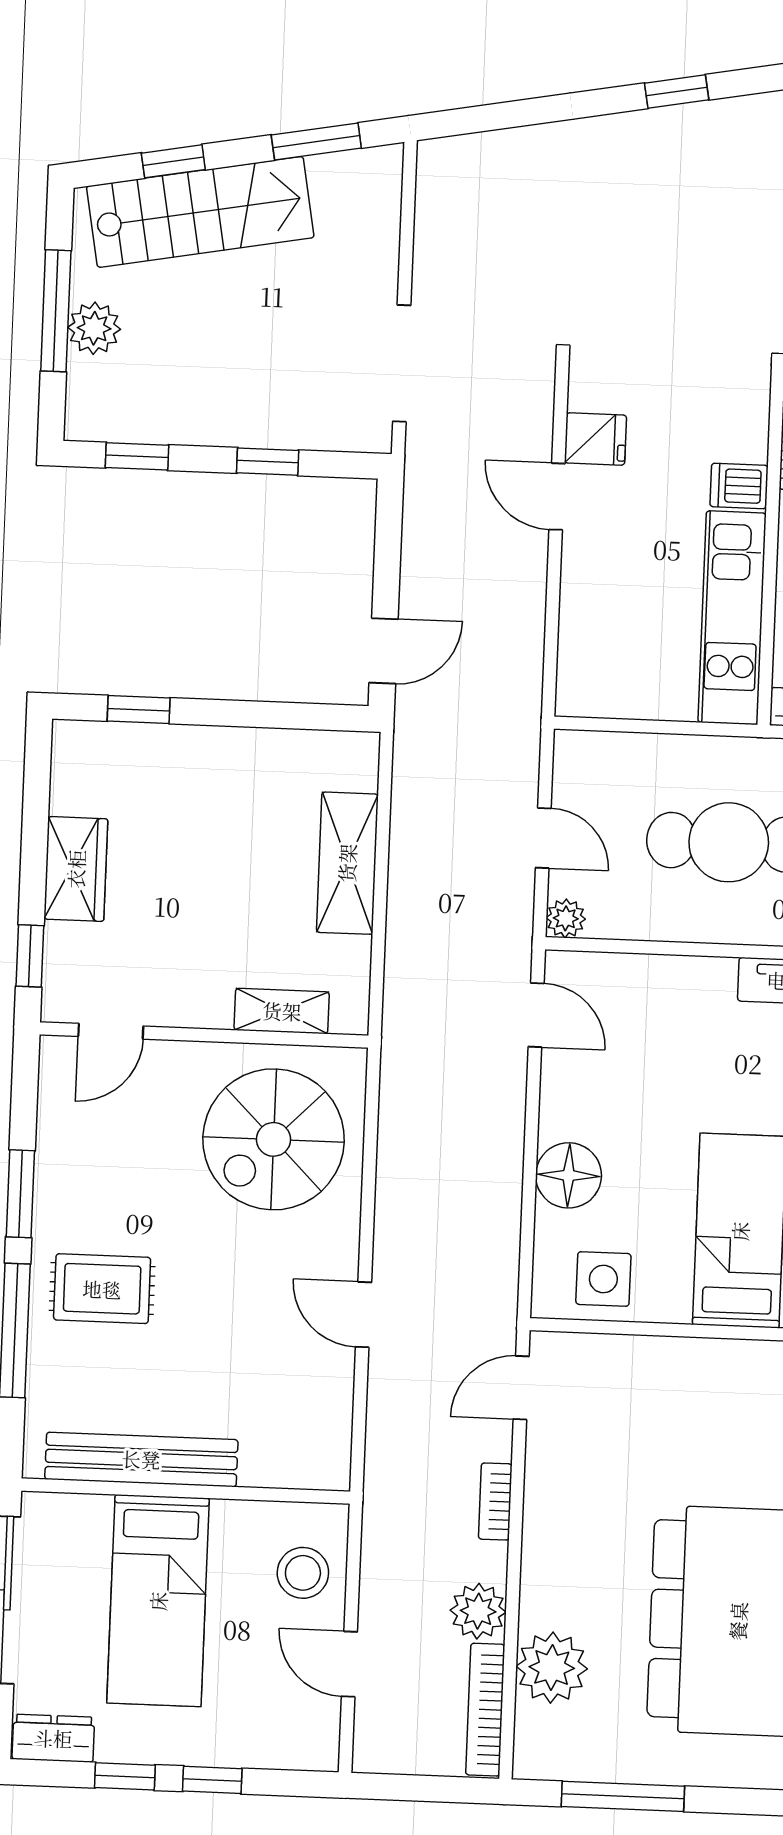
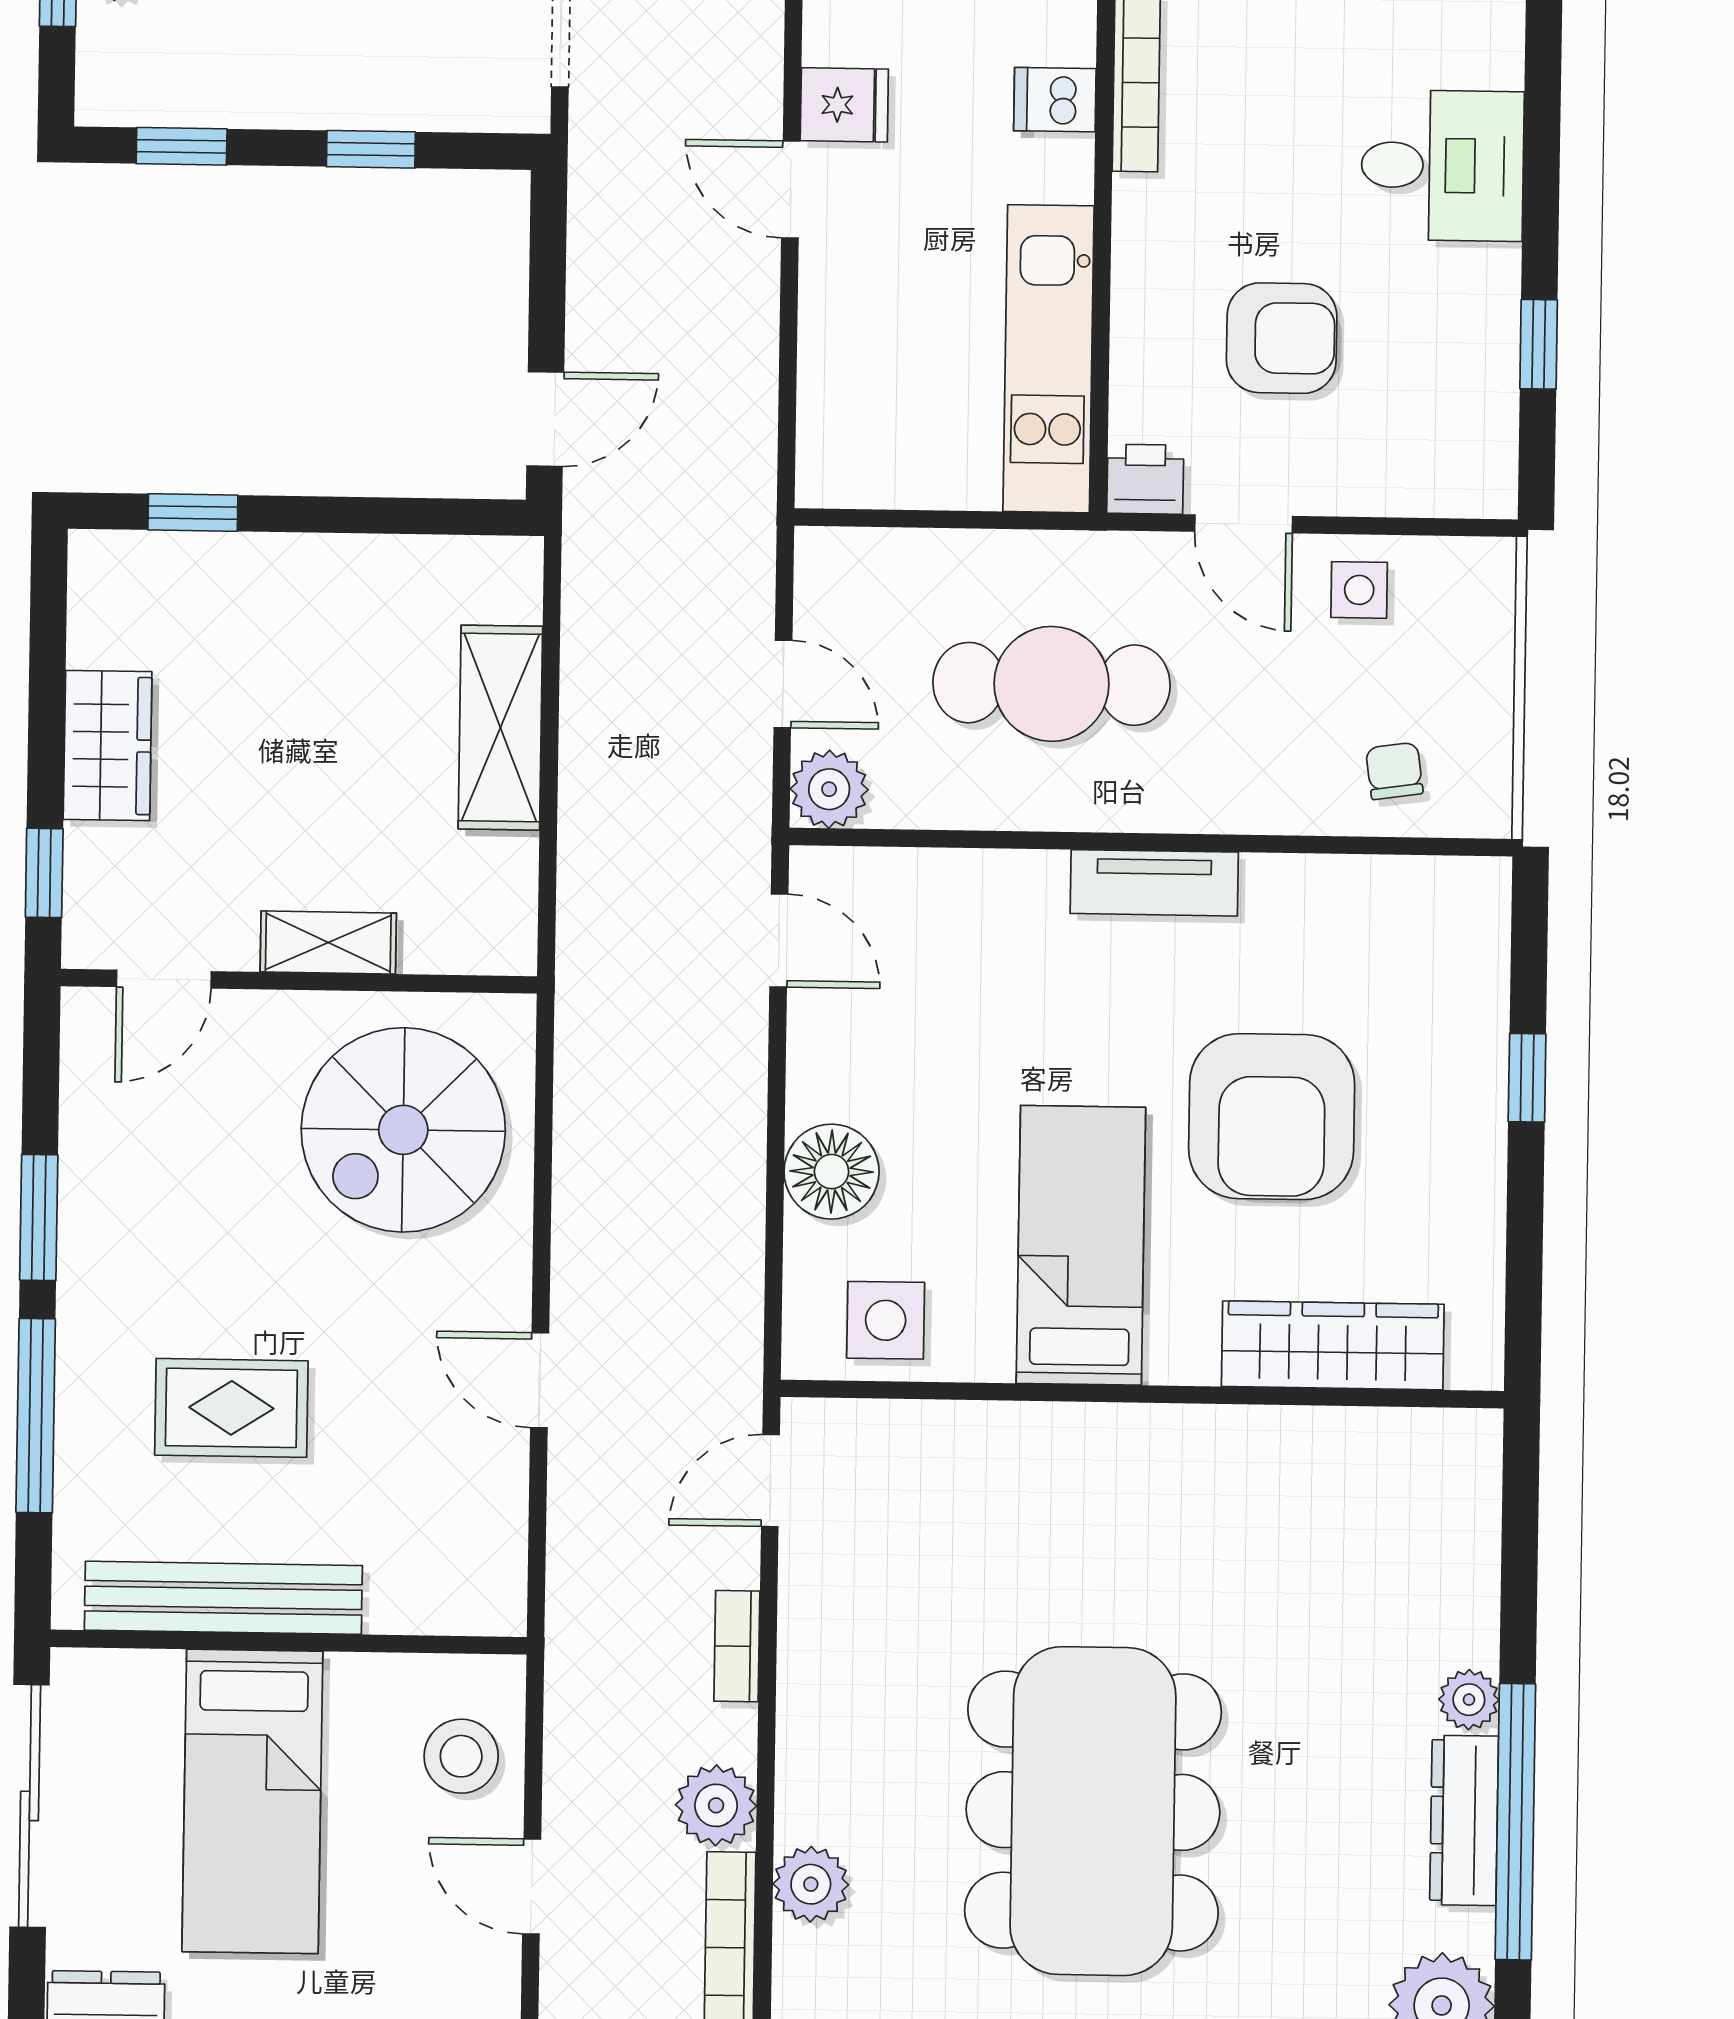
dishwasher: (739, 486) -> (1055, 100), moved
plant: (566, 918) -> (829, 789), width x1.38, depth x1.38
shelving: (282, 1011) -> (328, 943), moved
rug: (102, 1289) -> (231, 1408), moved
plant: (552, 1668) -> (811, 1884), width x0.73, depth x0.73

